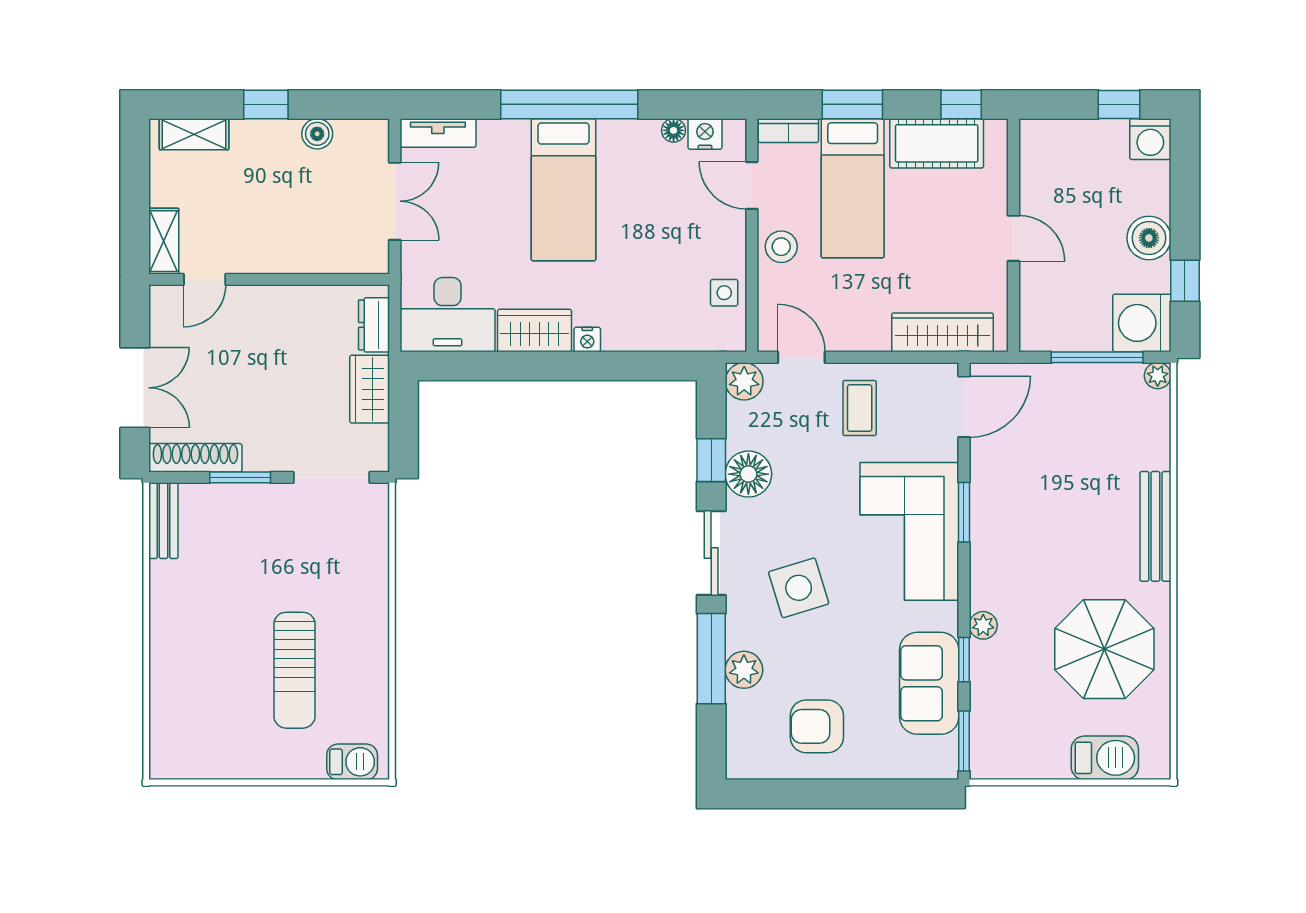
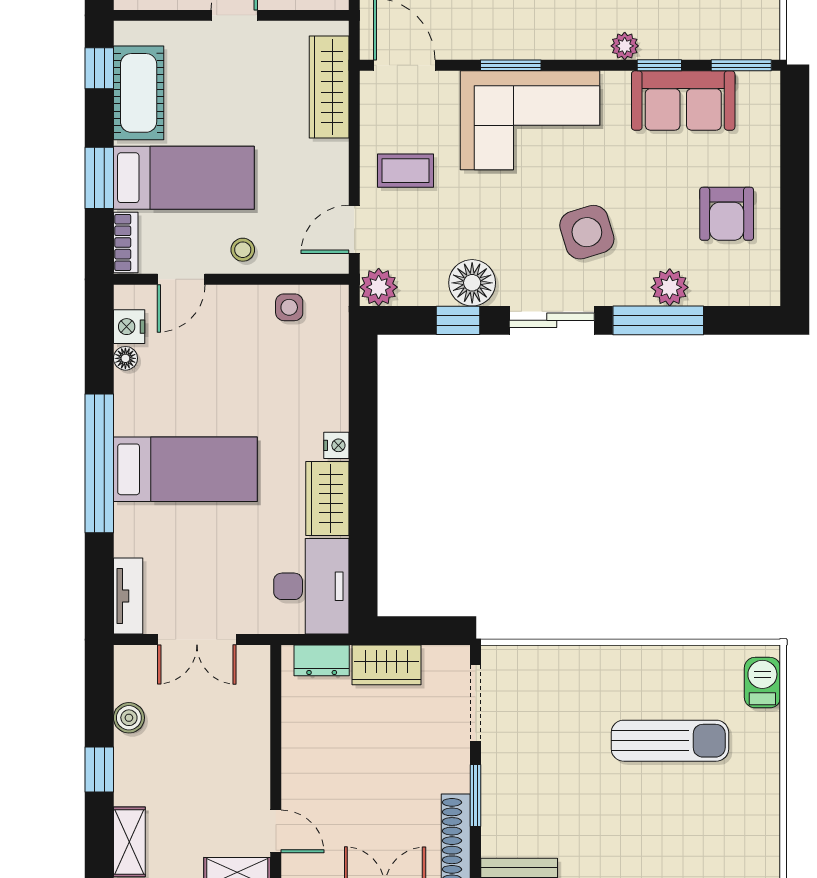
double door: (395, 201) -> (197, 640), swing flipped
stool: (781, 247) -> (243, 250), width x0.73, depth x0.73

